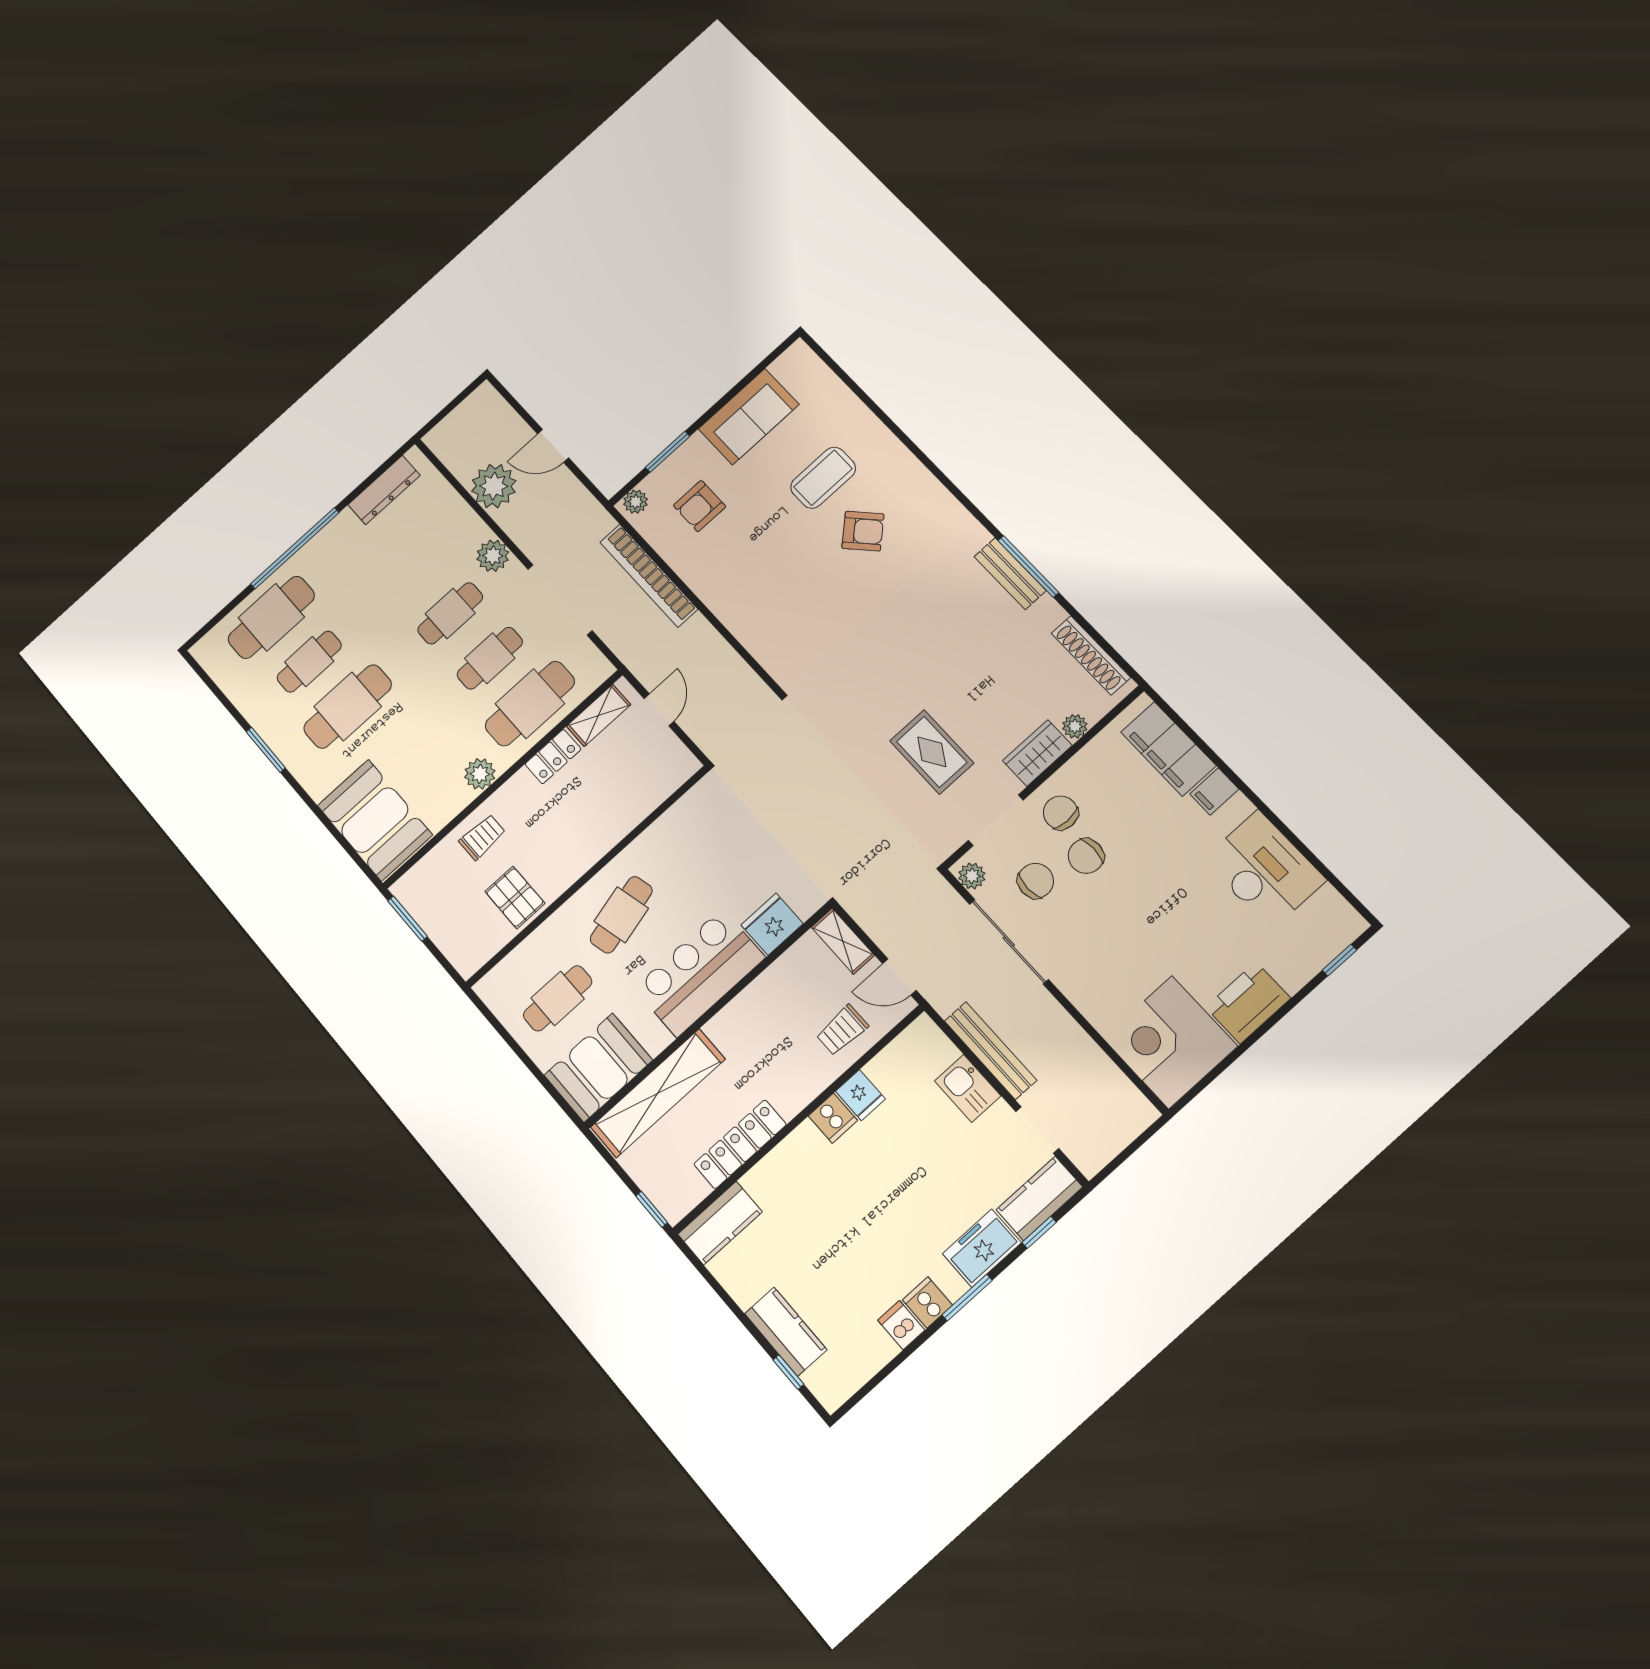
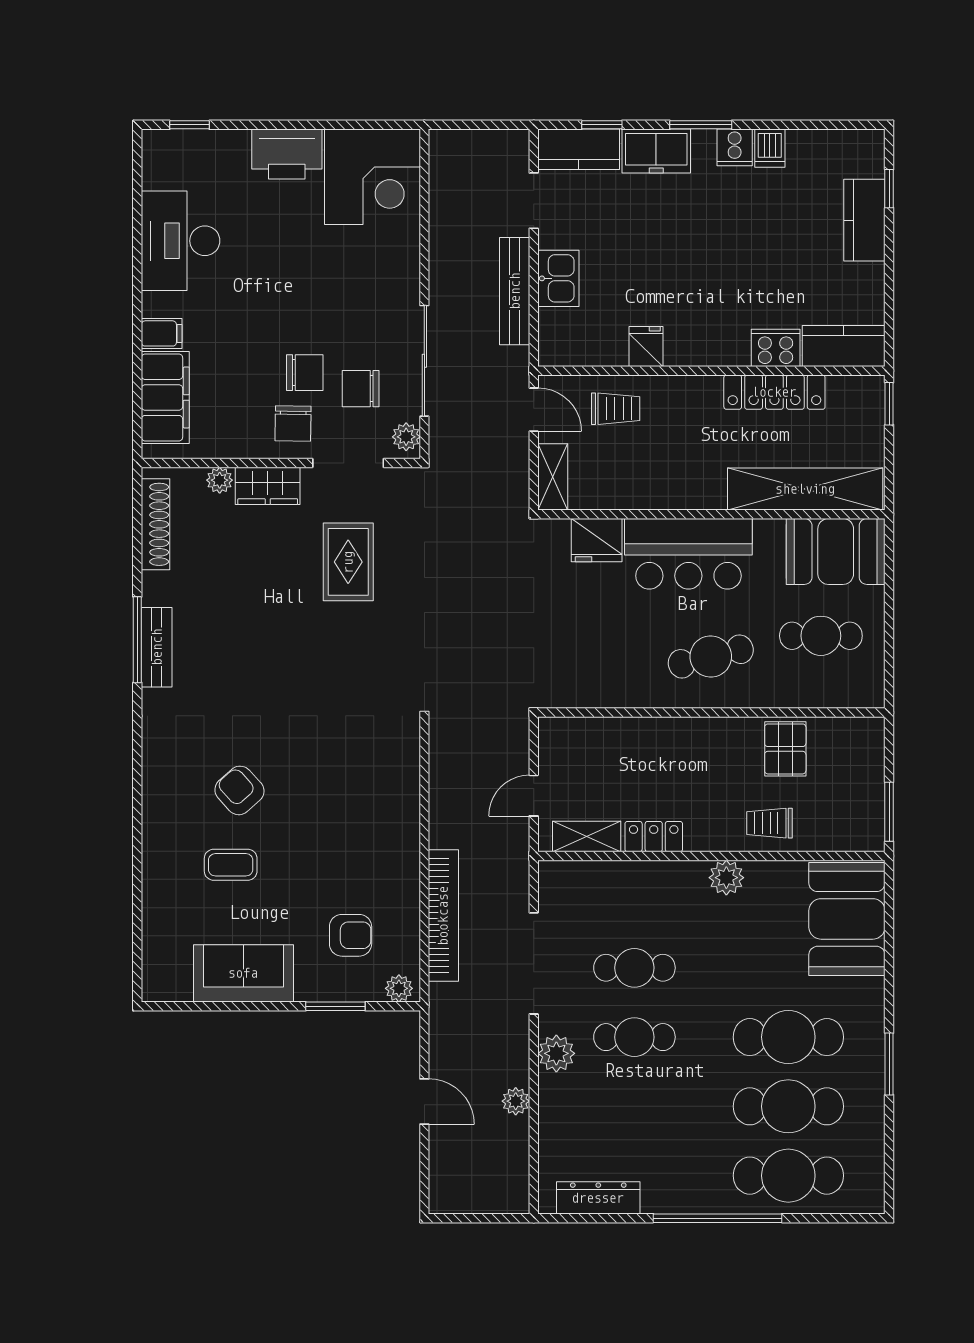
coffee table: (823, 478) -> (231, 865), width x0.73, depth x0.77
plant: (494, 486) -> (516, 1101), width x0.53, depth x0.53
cafe table: (309, 662) -> (788, 1106), width x1.37, depth x1.35
cafe table: (530, 704) -> (634, 898), removed
cooker: (833, 1118) -> (776, 348), moved, width x1.36

